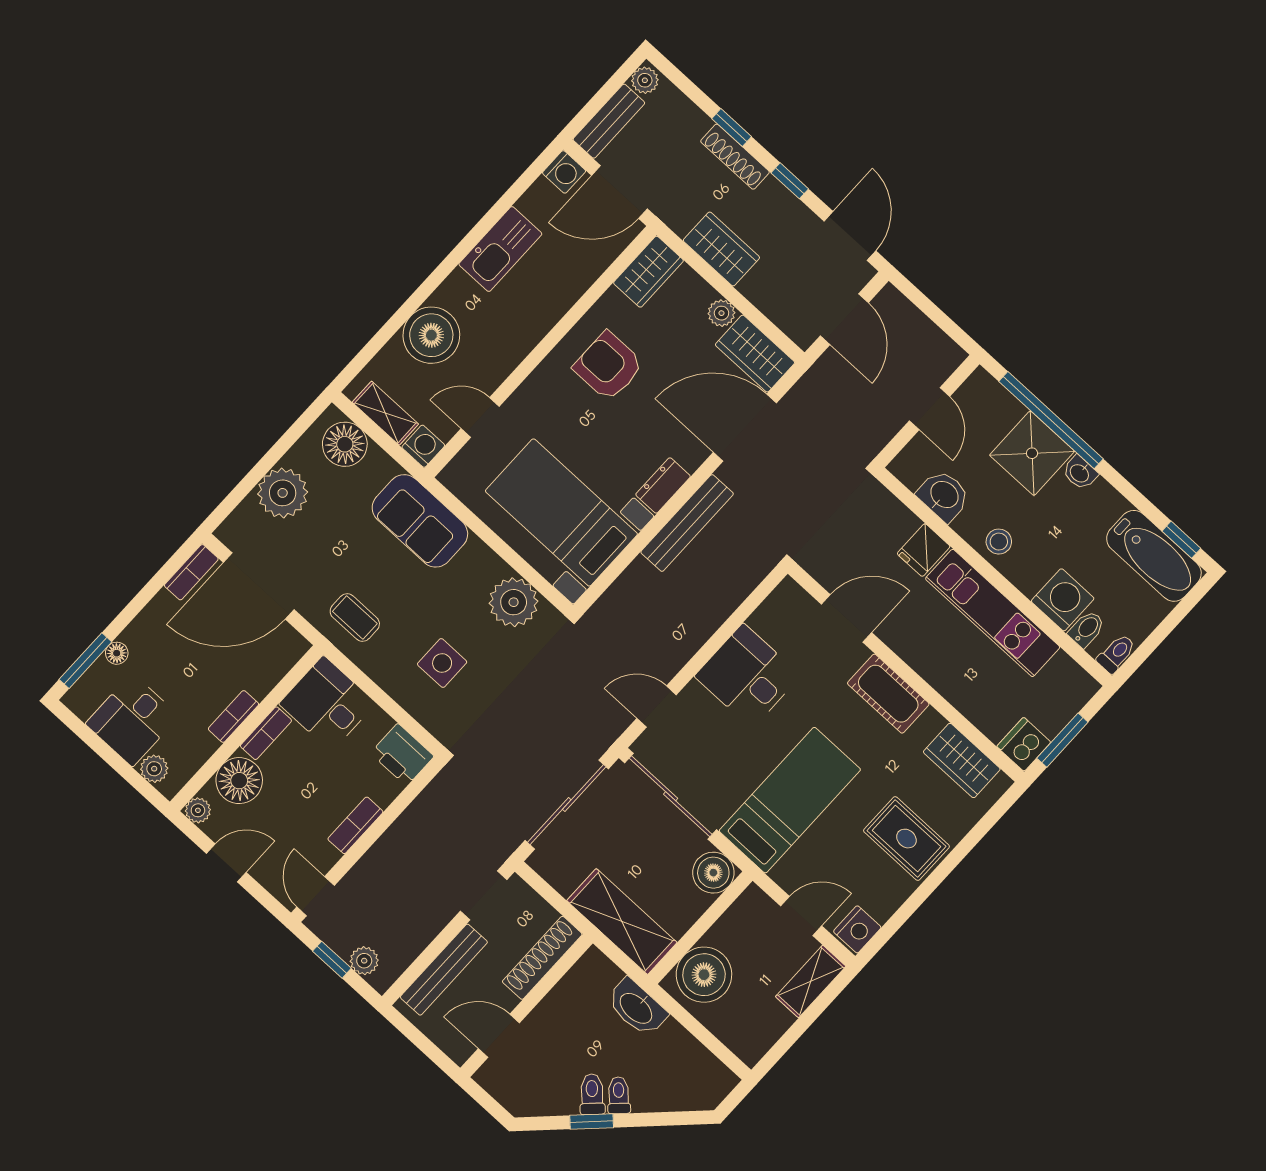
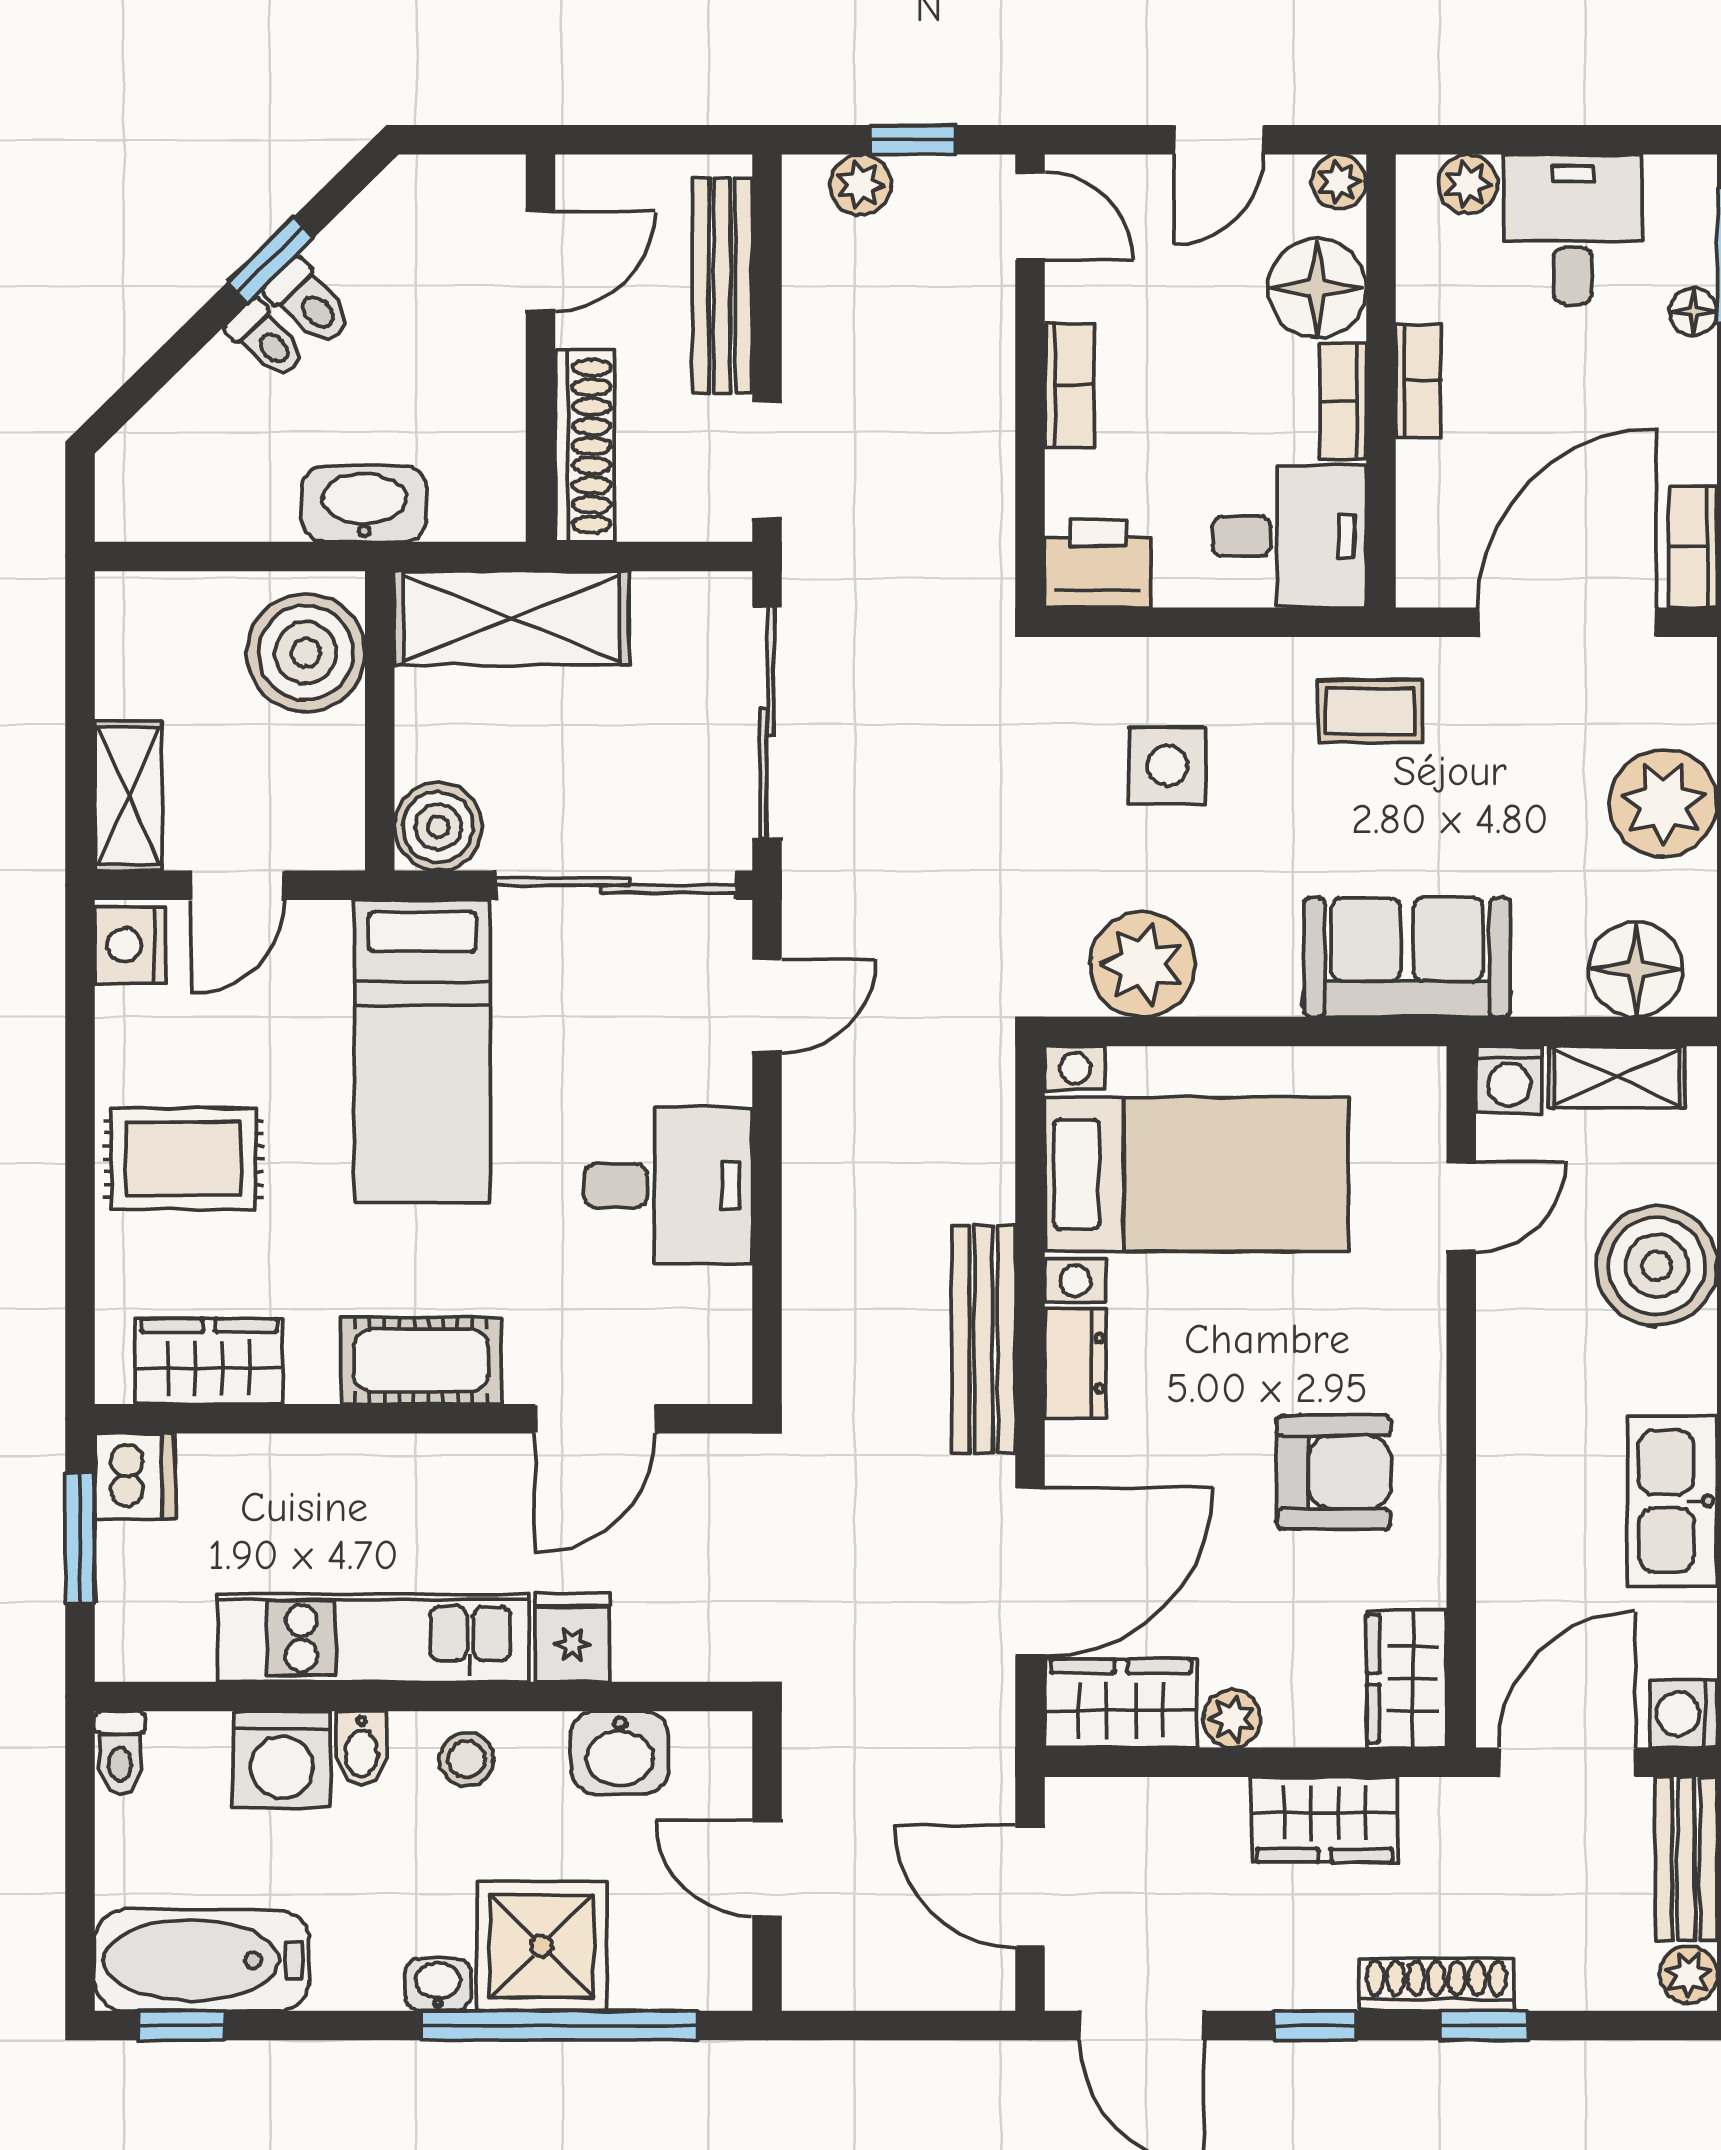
bidet: (1087, 629) -> (361, 1748), moved

